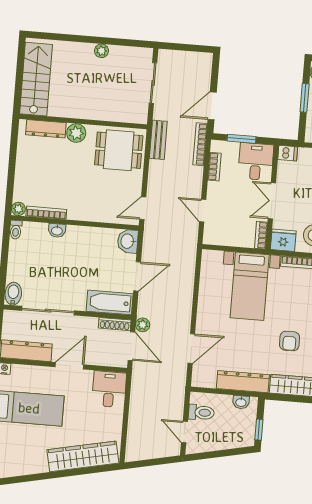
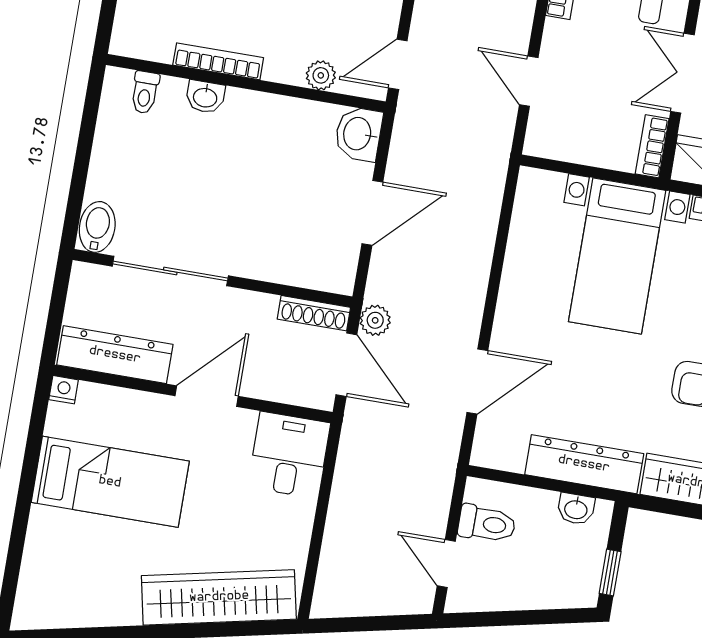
plant: (18, 209) -> (321, 75), moved
bookcase: (46, 213) -> (218, 61), moved
toilet: (16, 230) -> (145, 92), moved
bathtub: (110, 302) -> (307, 265), removed

